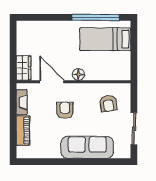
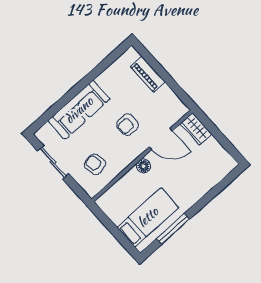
window: (96, 17) -> (173, 229), width x0.68
fireplace: (22, 102) -> (171, 98), removed
armchair: (65, 110) -> (127, 125), turned 90

